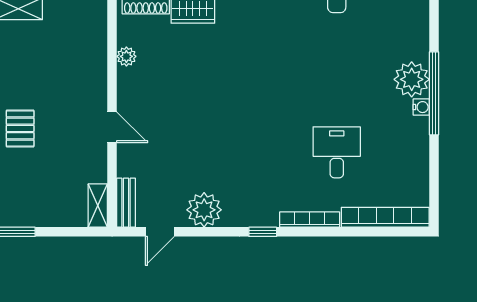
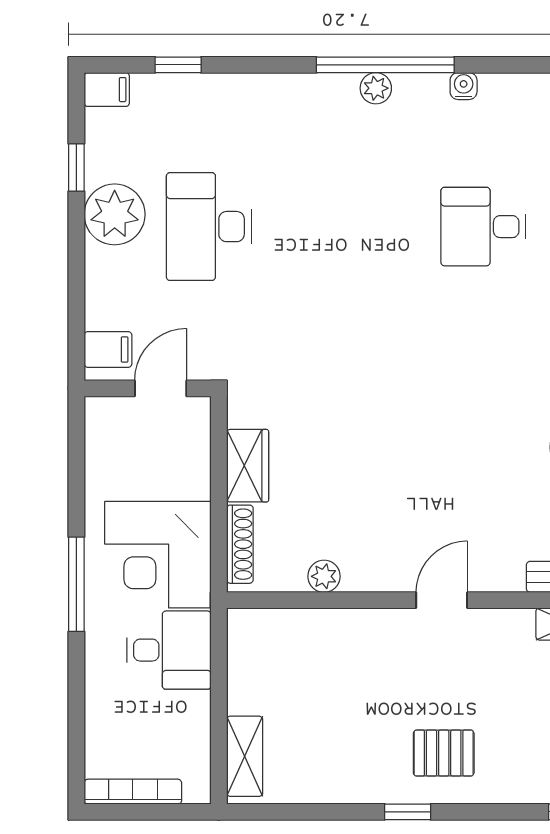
plant: (412, 79) -> (376, 88), width x0.53, depth x0.53
water cooler: (421, 107) -> (464, 86), moved

